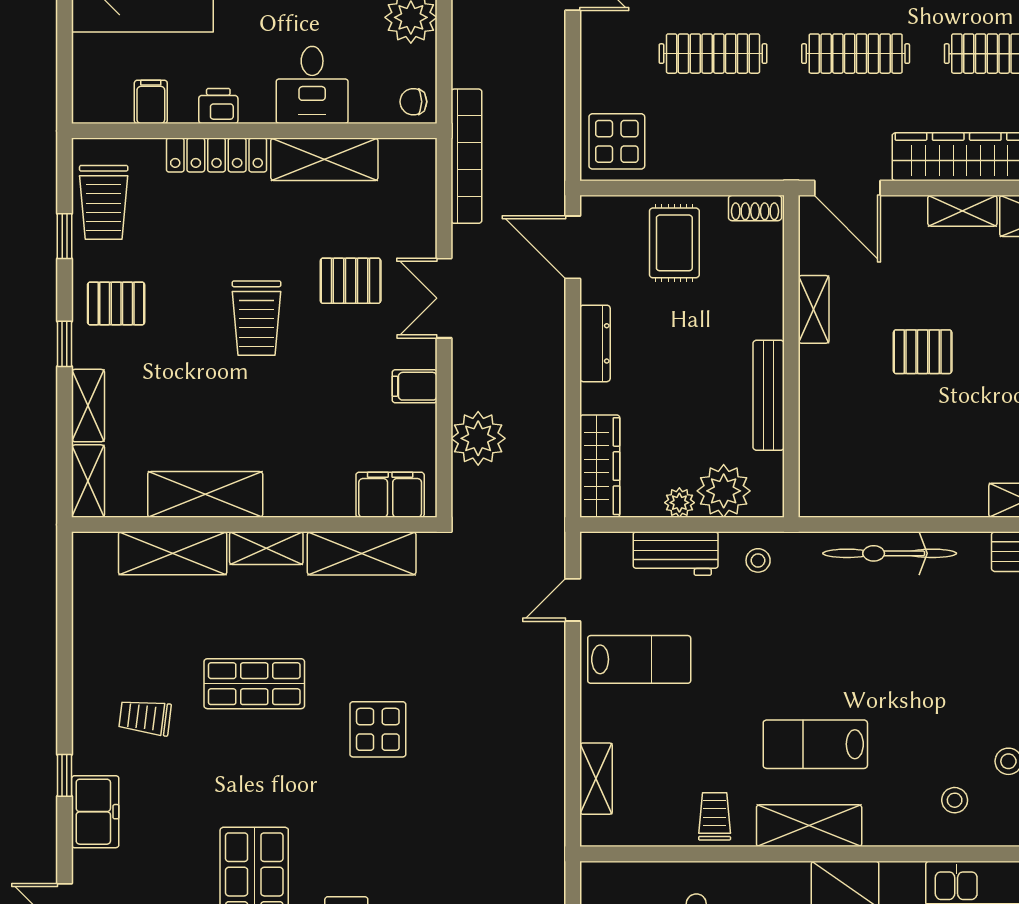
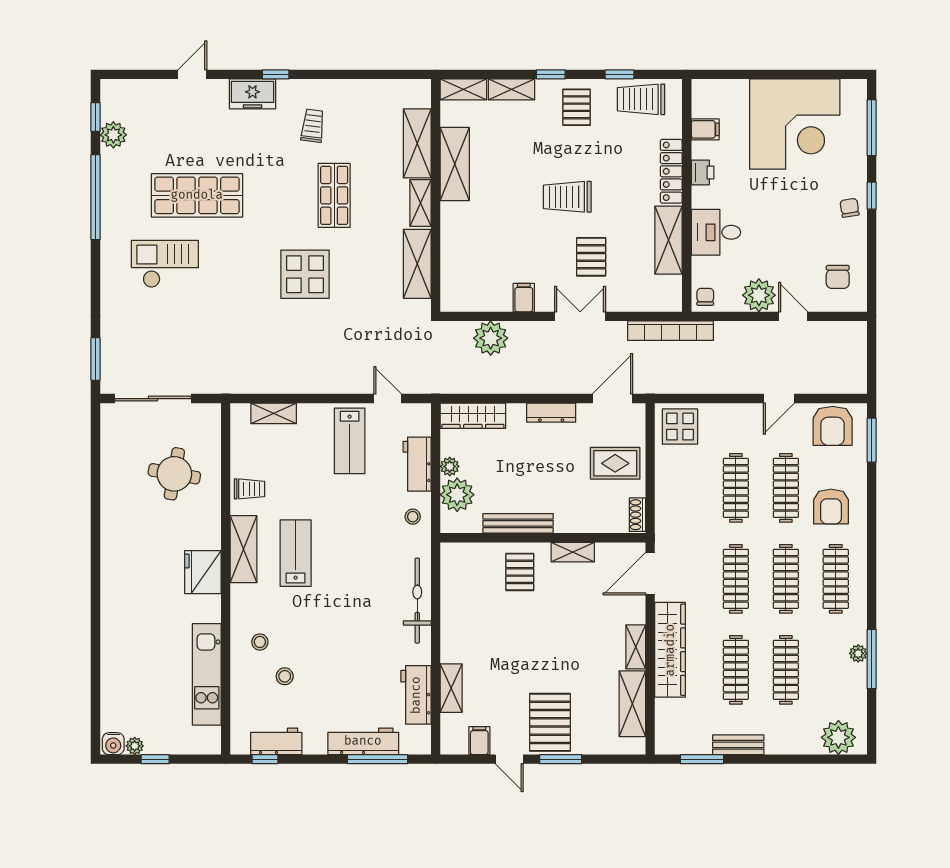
pallet: (923, 352) -> (520, 572), moved
filing cabinet: (390, 495) -> (455, 282), removed
display table: (378, 729) -> (305, 274), width x1.36, depth x1.36

